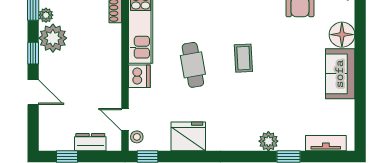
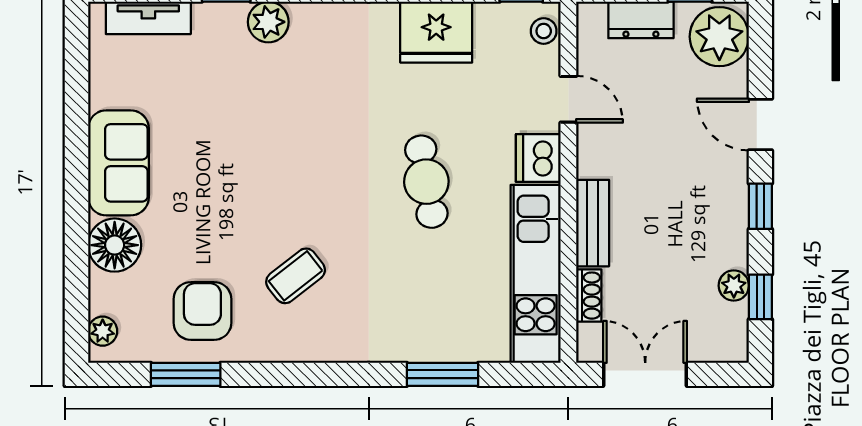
plant: (53, 38) -> (719, 37), moved
bench: (113, 45) -> (593, 223), added
coffee table: (243, 58) -> (296, 276), moved, turned 55
door: (125, 119) -> (568, 99), moved

